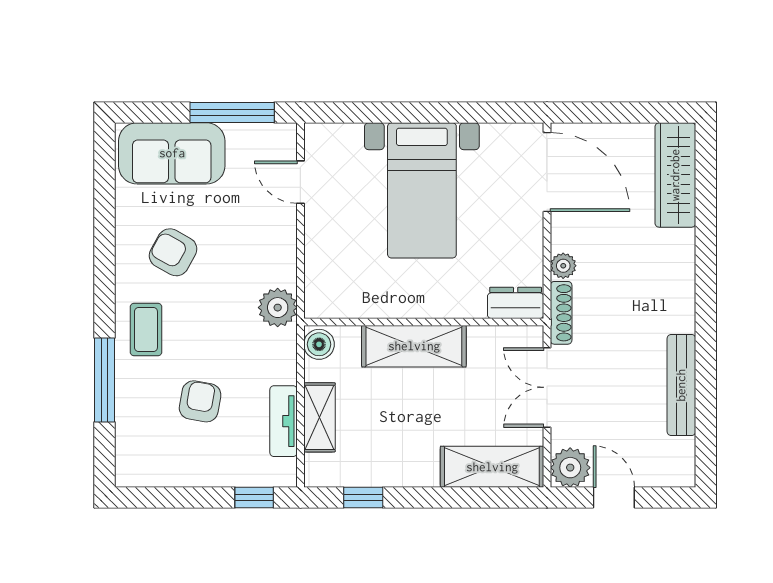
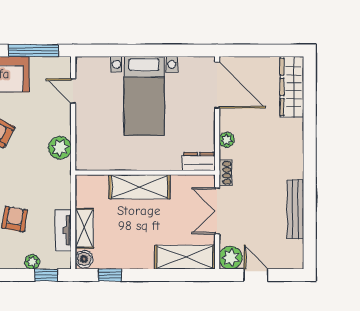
plant: (278, 308) -> (60, 148), moved
shoe rack: (561, 313) -> (225, 173), width x0.70
boiler: (319, 344) -> (84, 259), moved
plant: (230, 475) -> (32, 262), added

